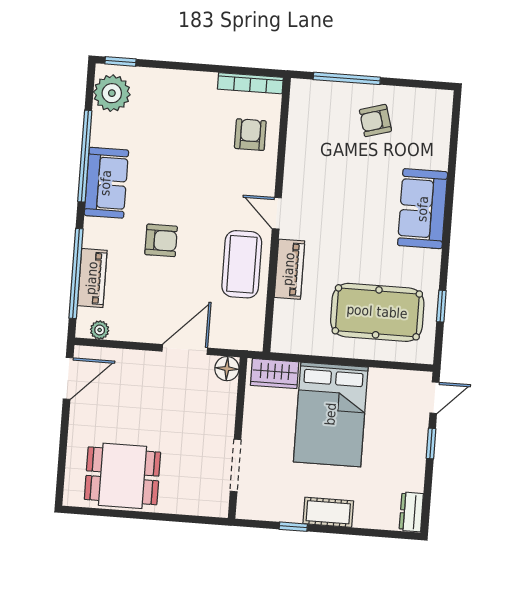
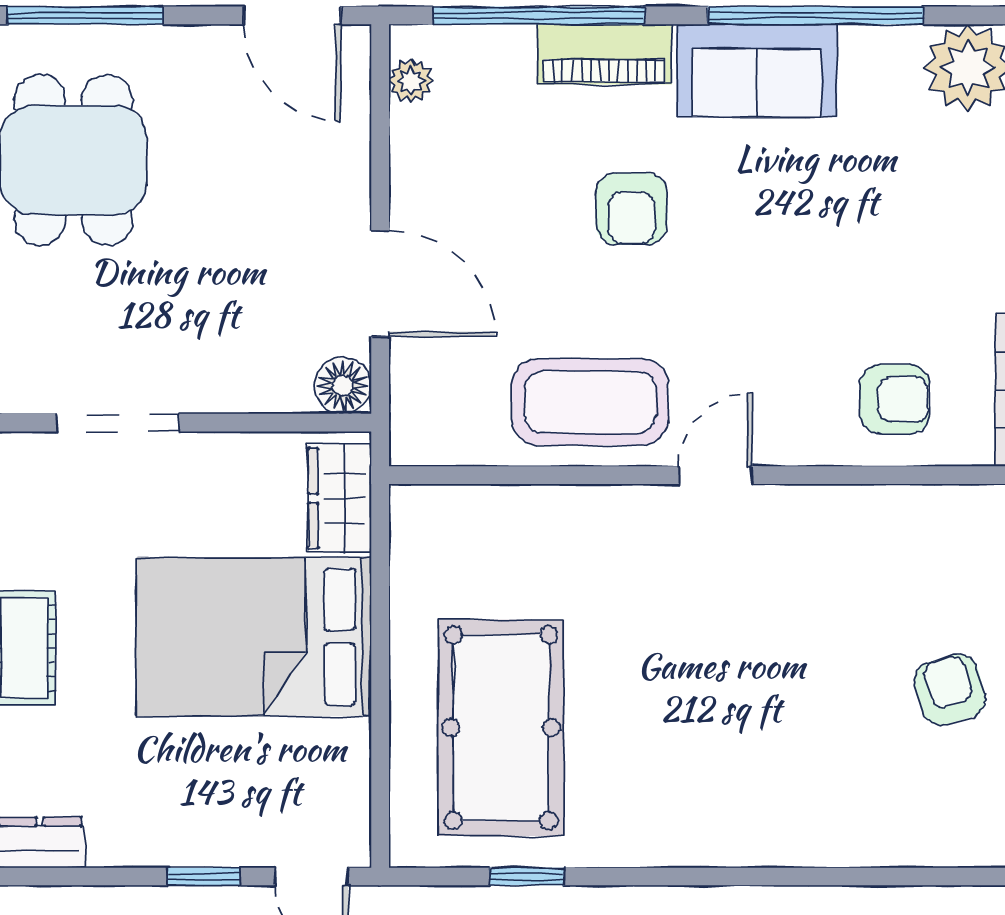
sofa: (423, 209) -> (752, 815), removed
piano: (289, 269) -> (587, 515), removed
piano: (92, 278) -> (605, 54), moved
window: (61, 466) -> (85, 15), added

